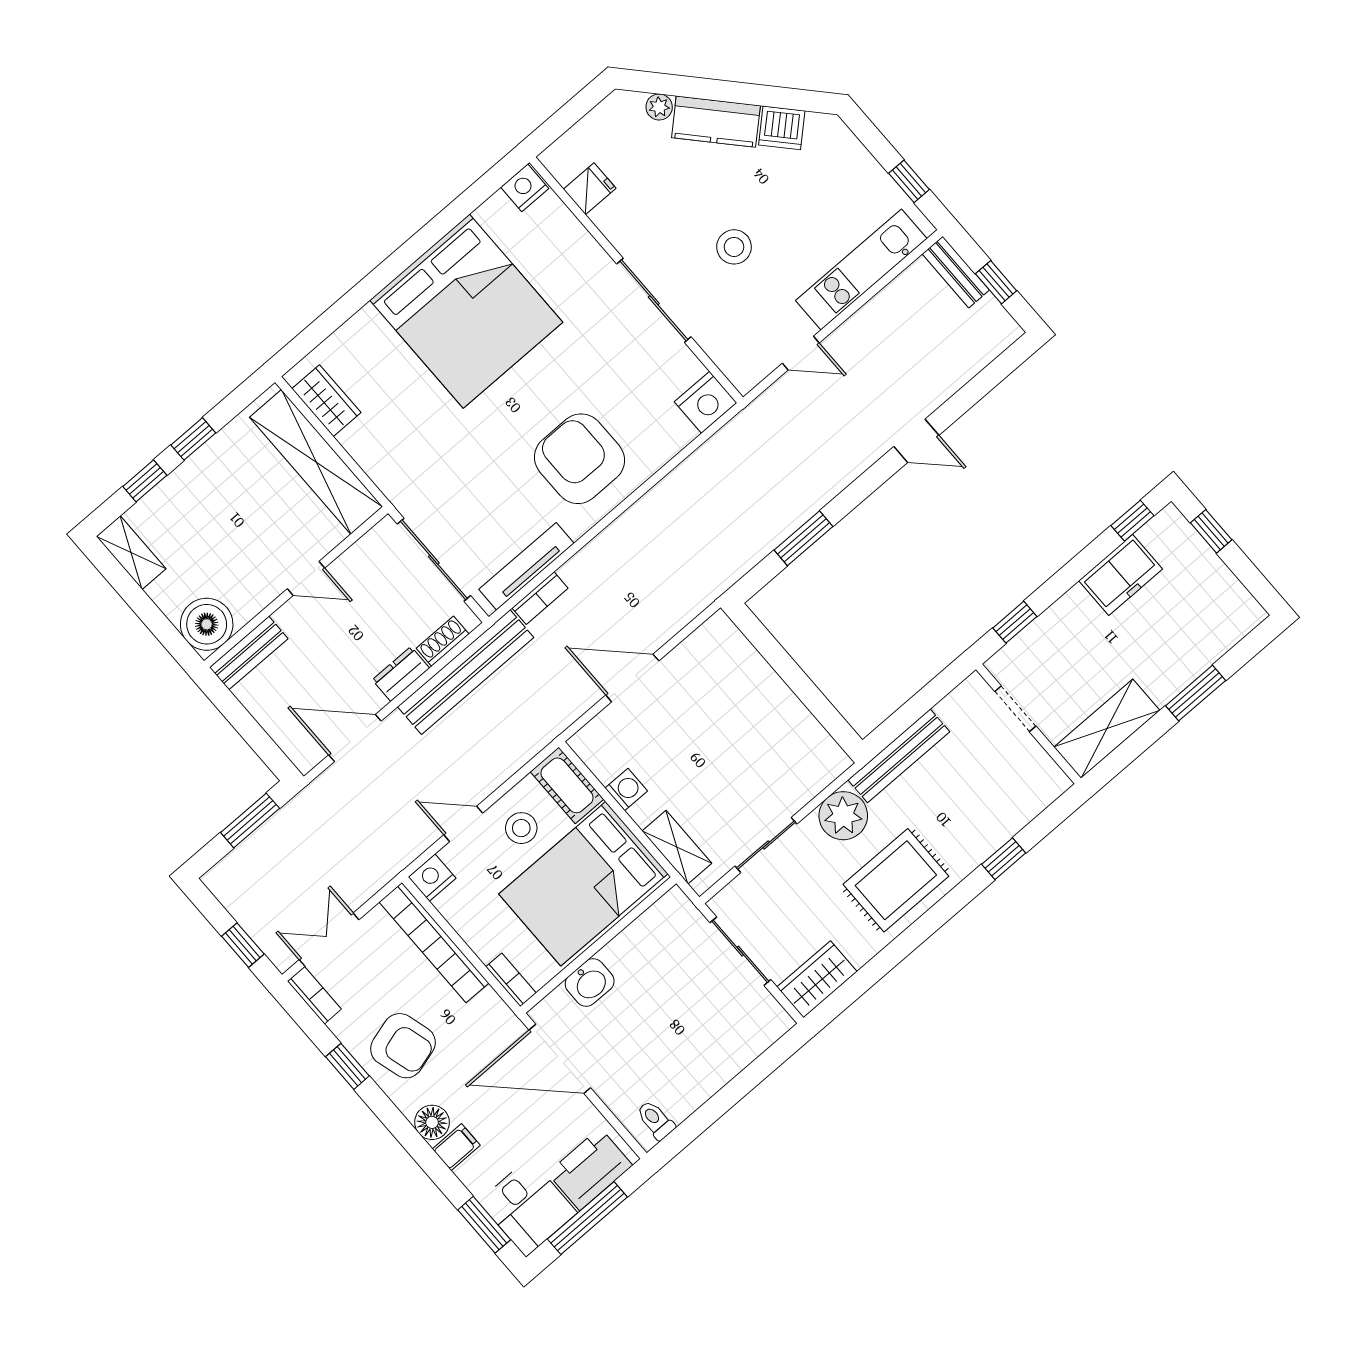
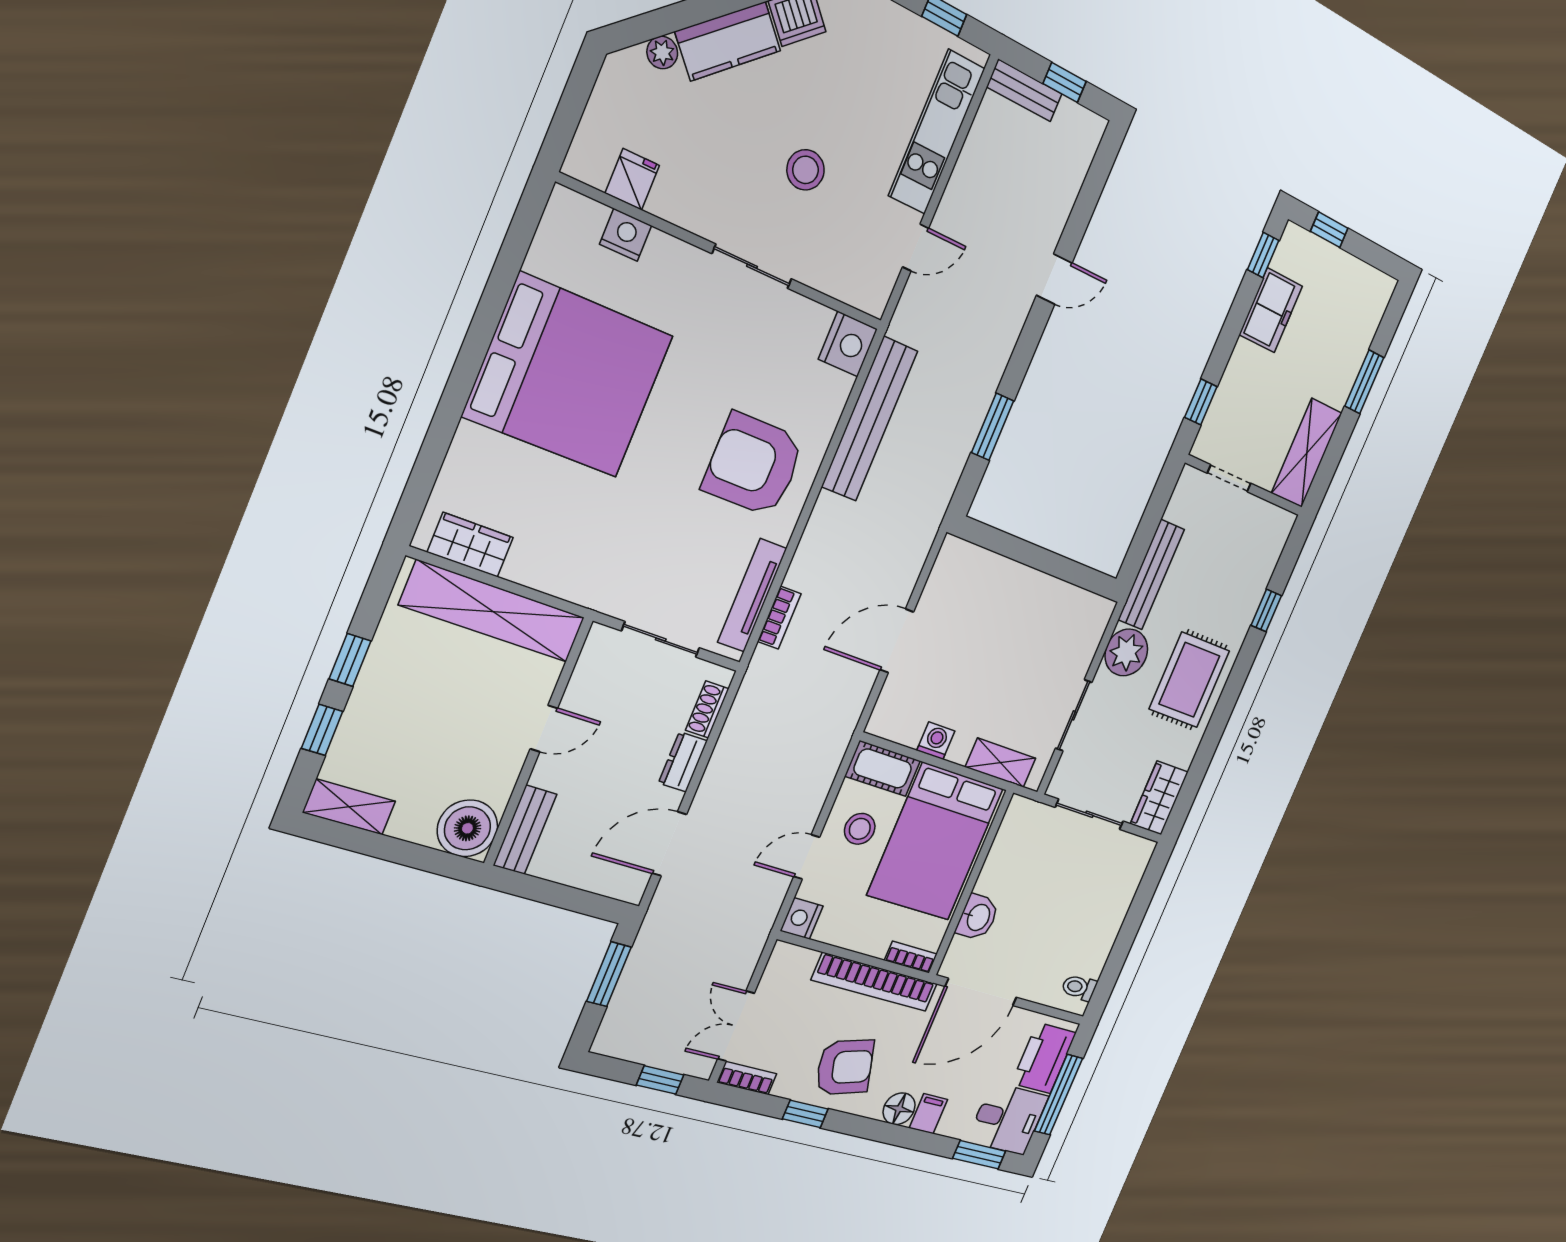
nightstand: (525, 188) -> (626, 235), moved, turned 90
sliding door: (654, 300) -> (752, 266), width x0.73
sliding door: (434, 560) -> (661, 639), width x0.73
bench: (466, 672) -> (870, 419), moved
bookcase: (434, 943) -> (875, 982), moved

